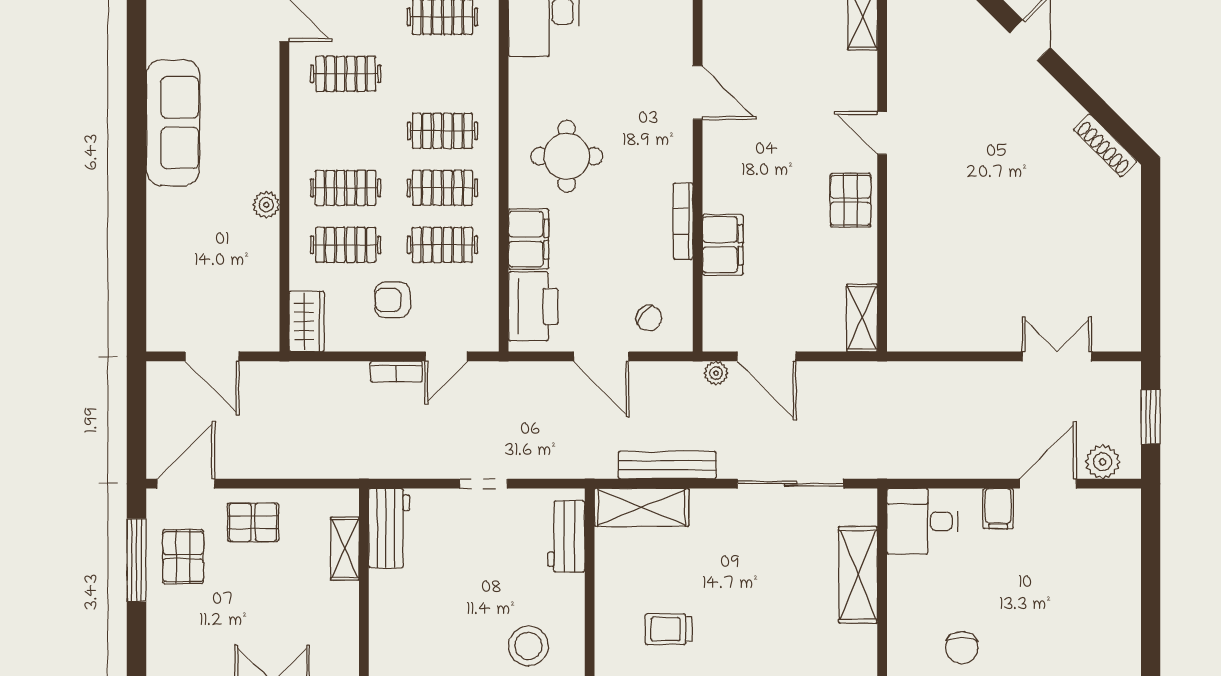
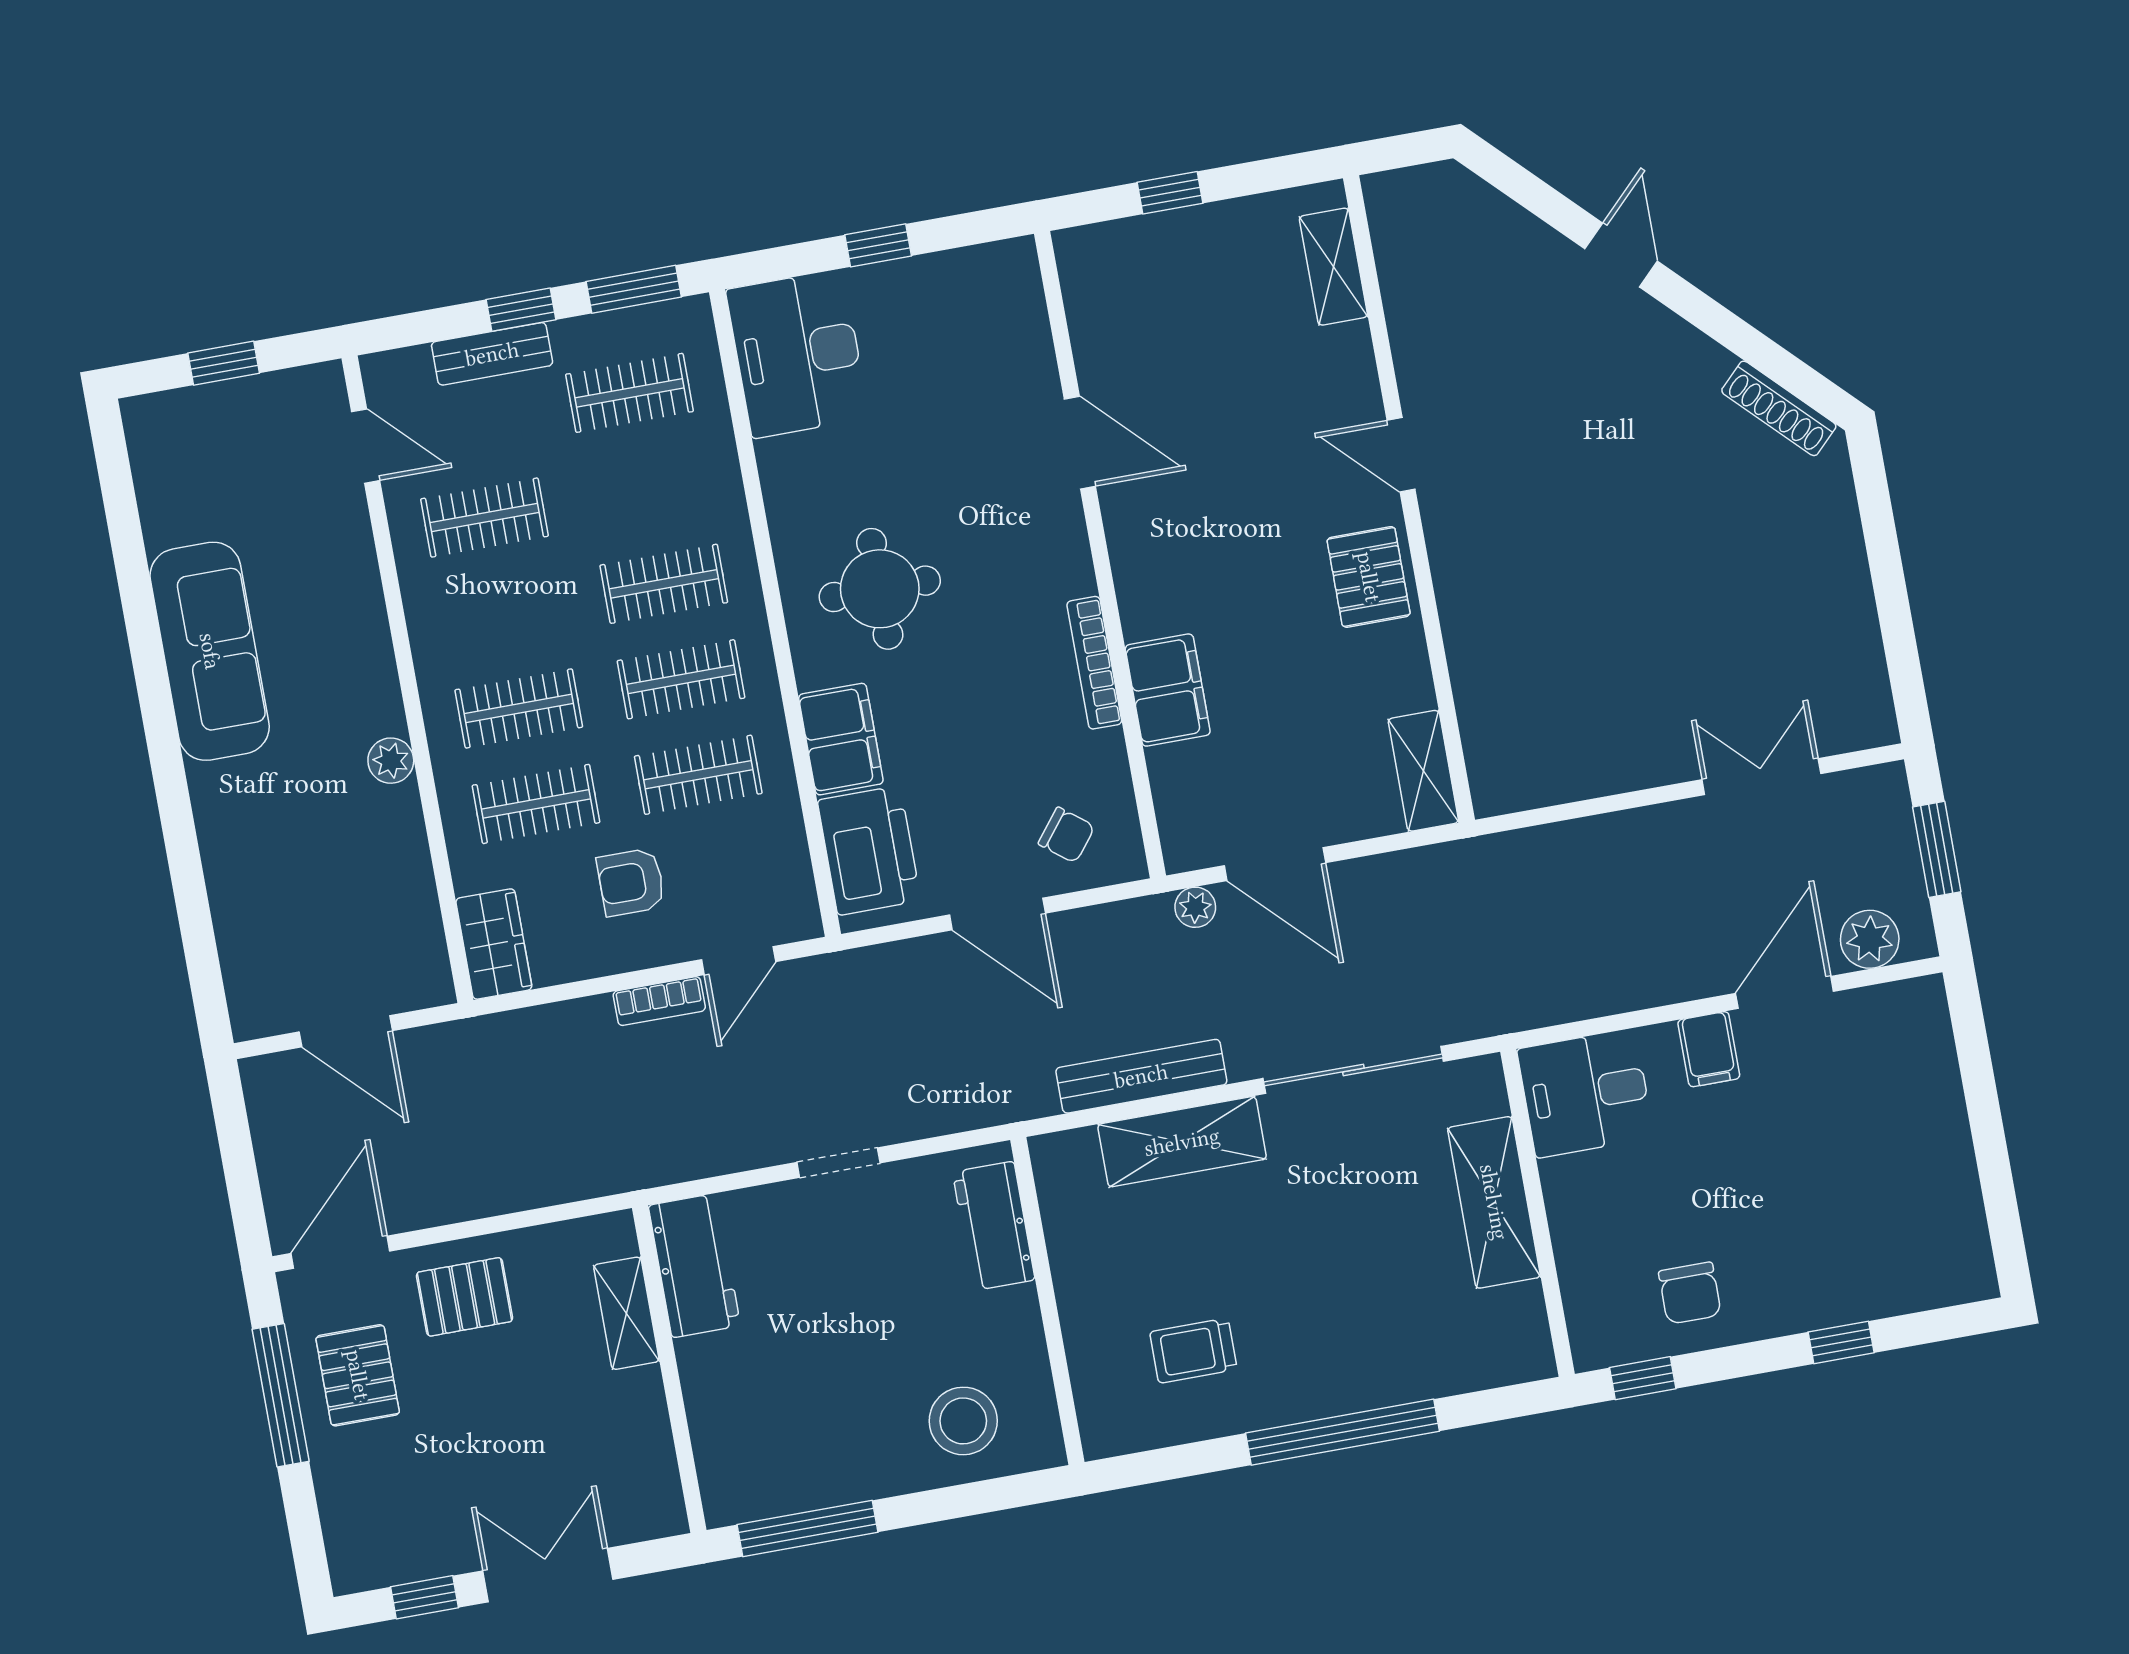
shelving: (642, 507) -> (1182, 1142), moved

